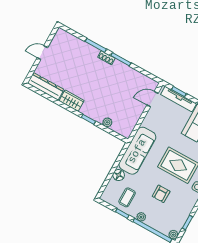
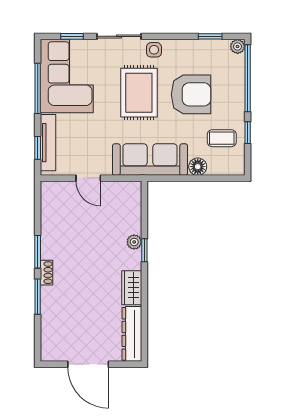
door: (42, 53) -> (88, 364), width x1.87
door: (152, 99) -> (88, 178), moved
plant: (107, 122) -> (134, 242), moved
armchair: (161, 194) -> (191, 94), width x1.88, depth x1.88
plant: (141, 217) -> (238, 104), removed

